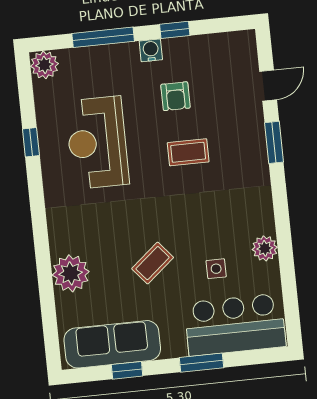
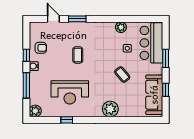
armchair: (175, 96) -> (41, 48), moved
plant: (71, 273) -> (110, 109), moved

